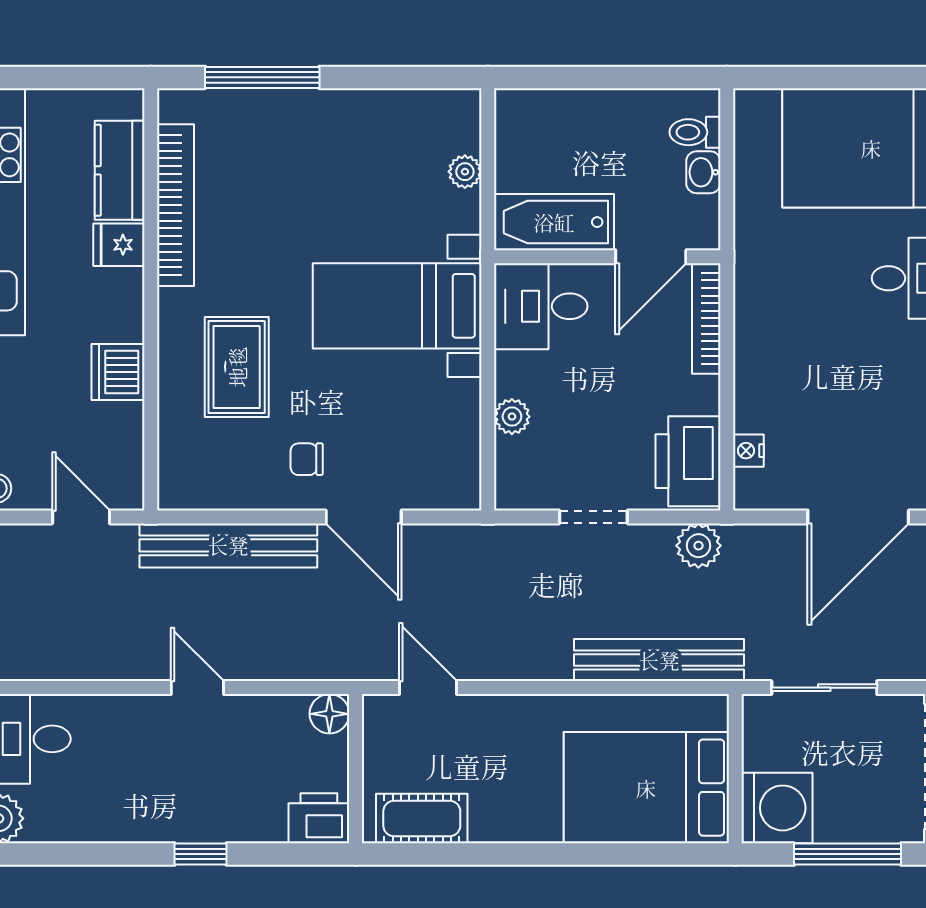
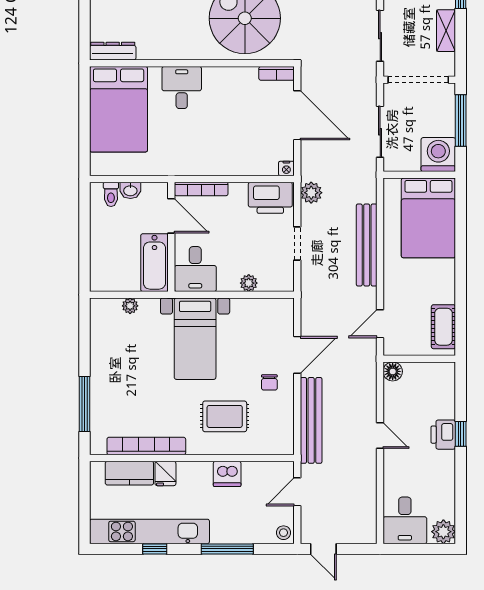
nightstand: (748, 451) -> (286, 168), moved
bench: (659, 660) -> (367, 245), moved
door: (197, 688) -> (380, 435), swing flipped
printer: (319, 818) -> (443, 435), moved

